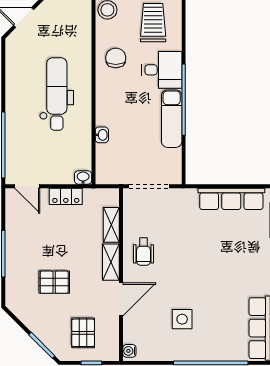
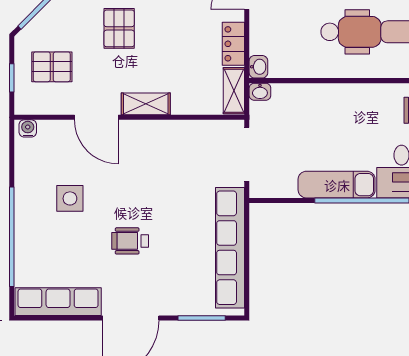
washbasin: (102, 135) -> (260, 92), moved
row of seats: (231, 199) -> (230, 248), width x1.36
shelving: (111, 225) -> (234, 91), moved, turned 90
wheelchair: (144, 252) -> (130, 241), moved

